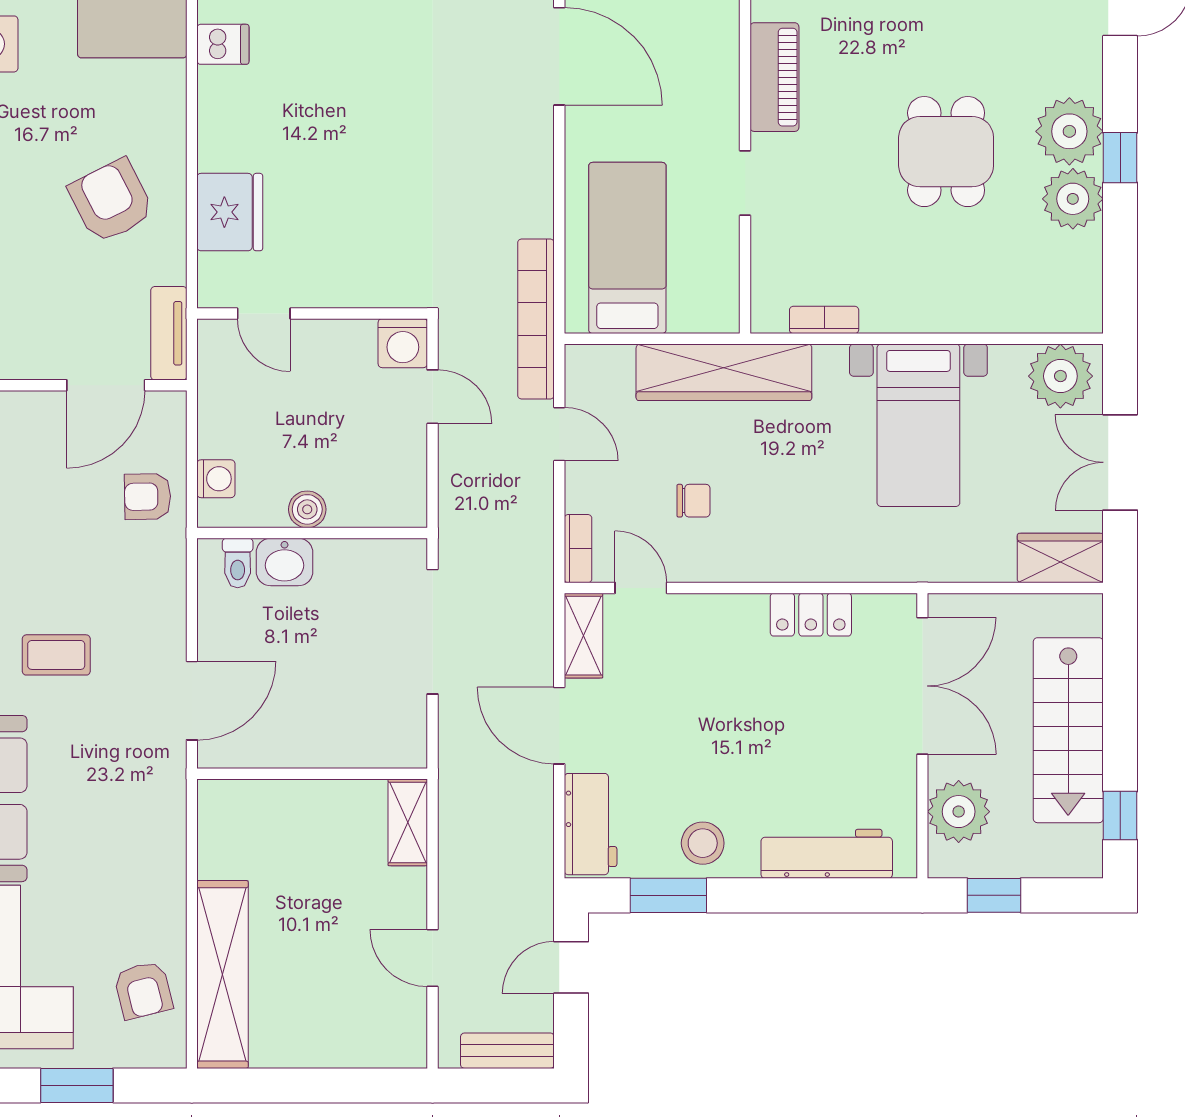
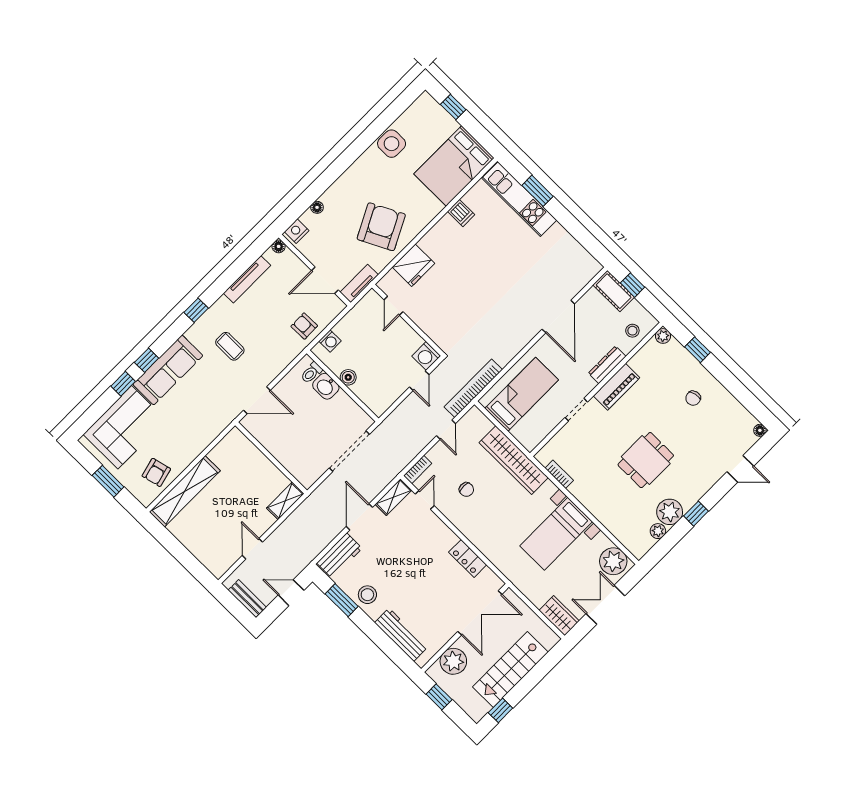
dresser: (722, 56) -> (607, 365), added
plant: (1069, 131) -> (658, 531), moved, width x0.53, depth x0.53
armchair: (111, 201) -> (381, 227), width x1.36, depth x1.36

